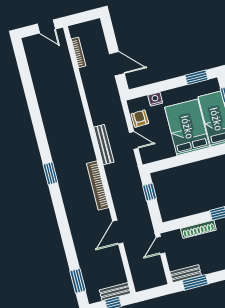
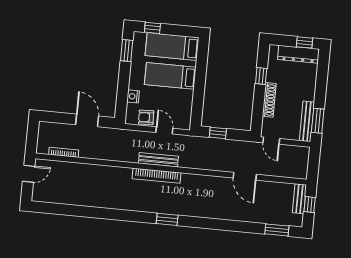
door: (117, 64) -> (87, 120), hinge flipped
bed: (187, 127) -> (170, 76), width x0.67
door: (134, 140) -> (164, 130), hinge flipped
bookcase: (98, 186) -> (157, 176), moved
bench: (186, 274) -> (307, 121), width x1.36

